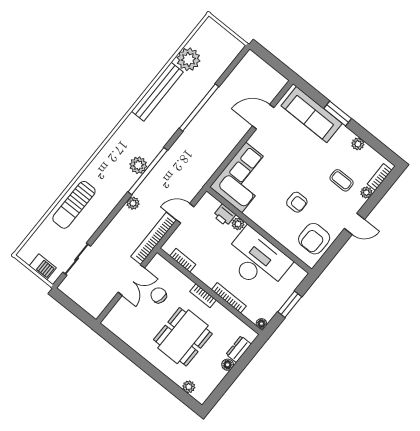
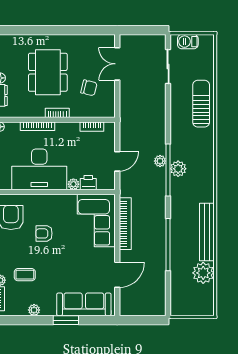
plant: (133, 203) -> (160, 161), moved
bookcase: (154, 238) -> (125, 224), moved
double door: (131, 280) -> (117, 64), moved
plant: (189, 387) -> (15, 40), removed

